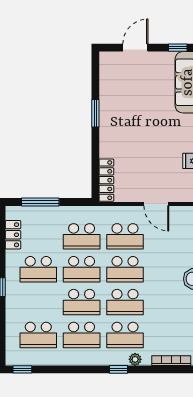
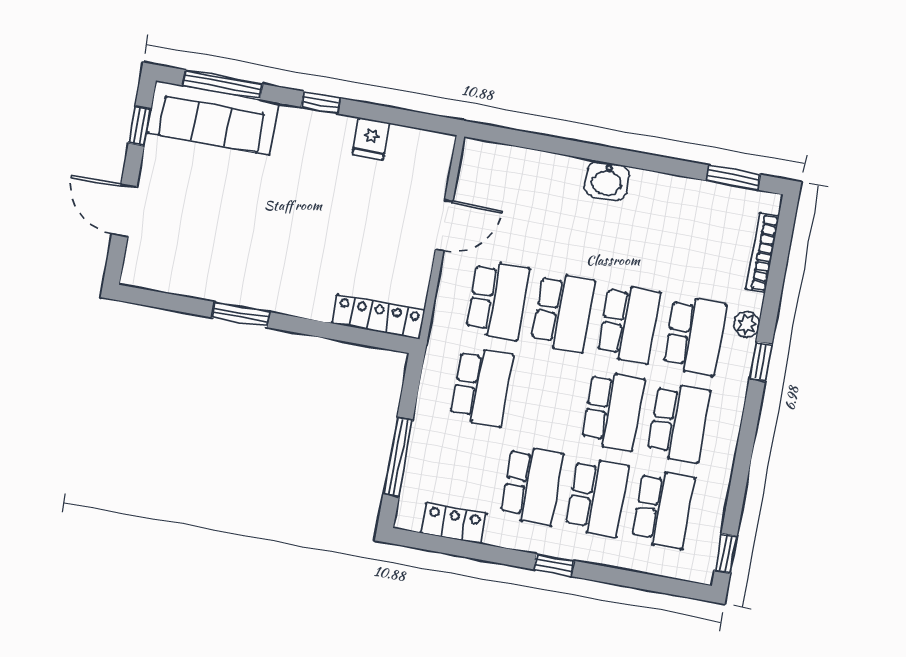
school desk: (82, 269) -> (597, 497), moved

